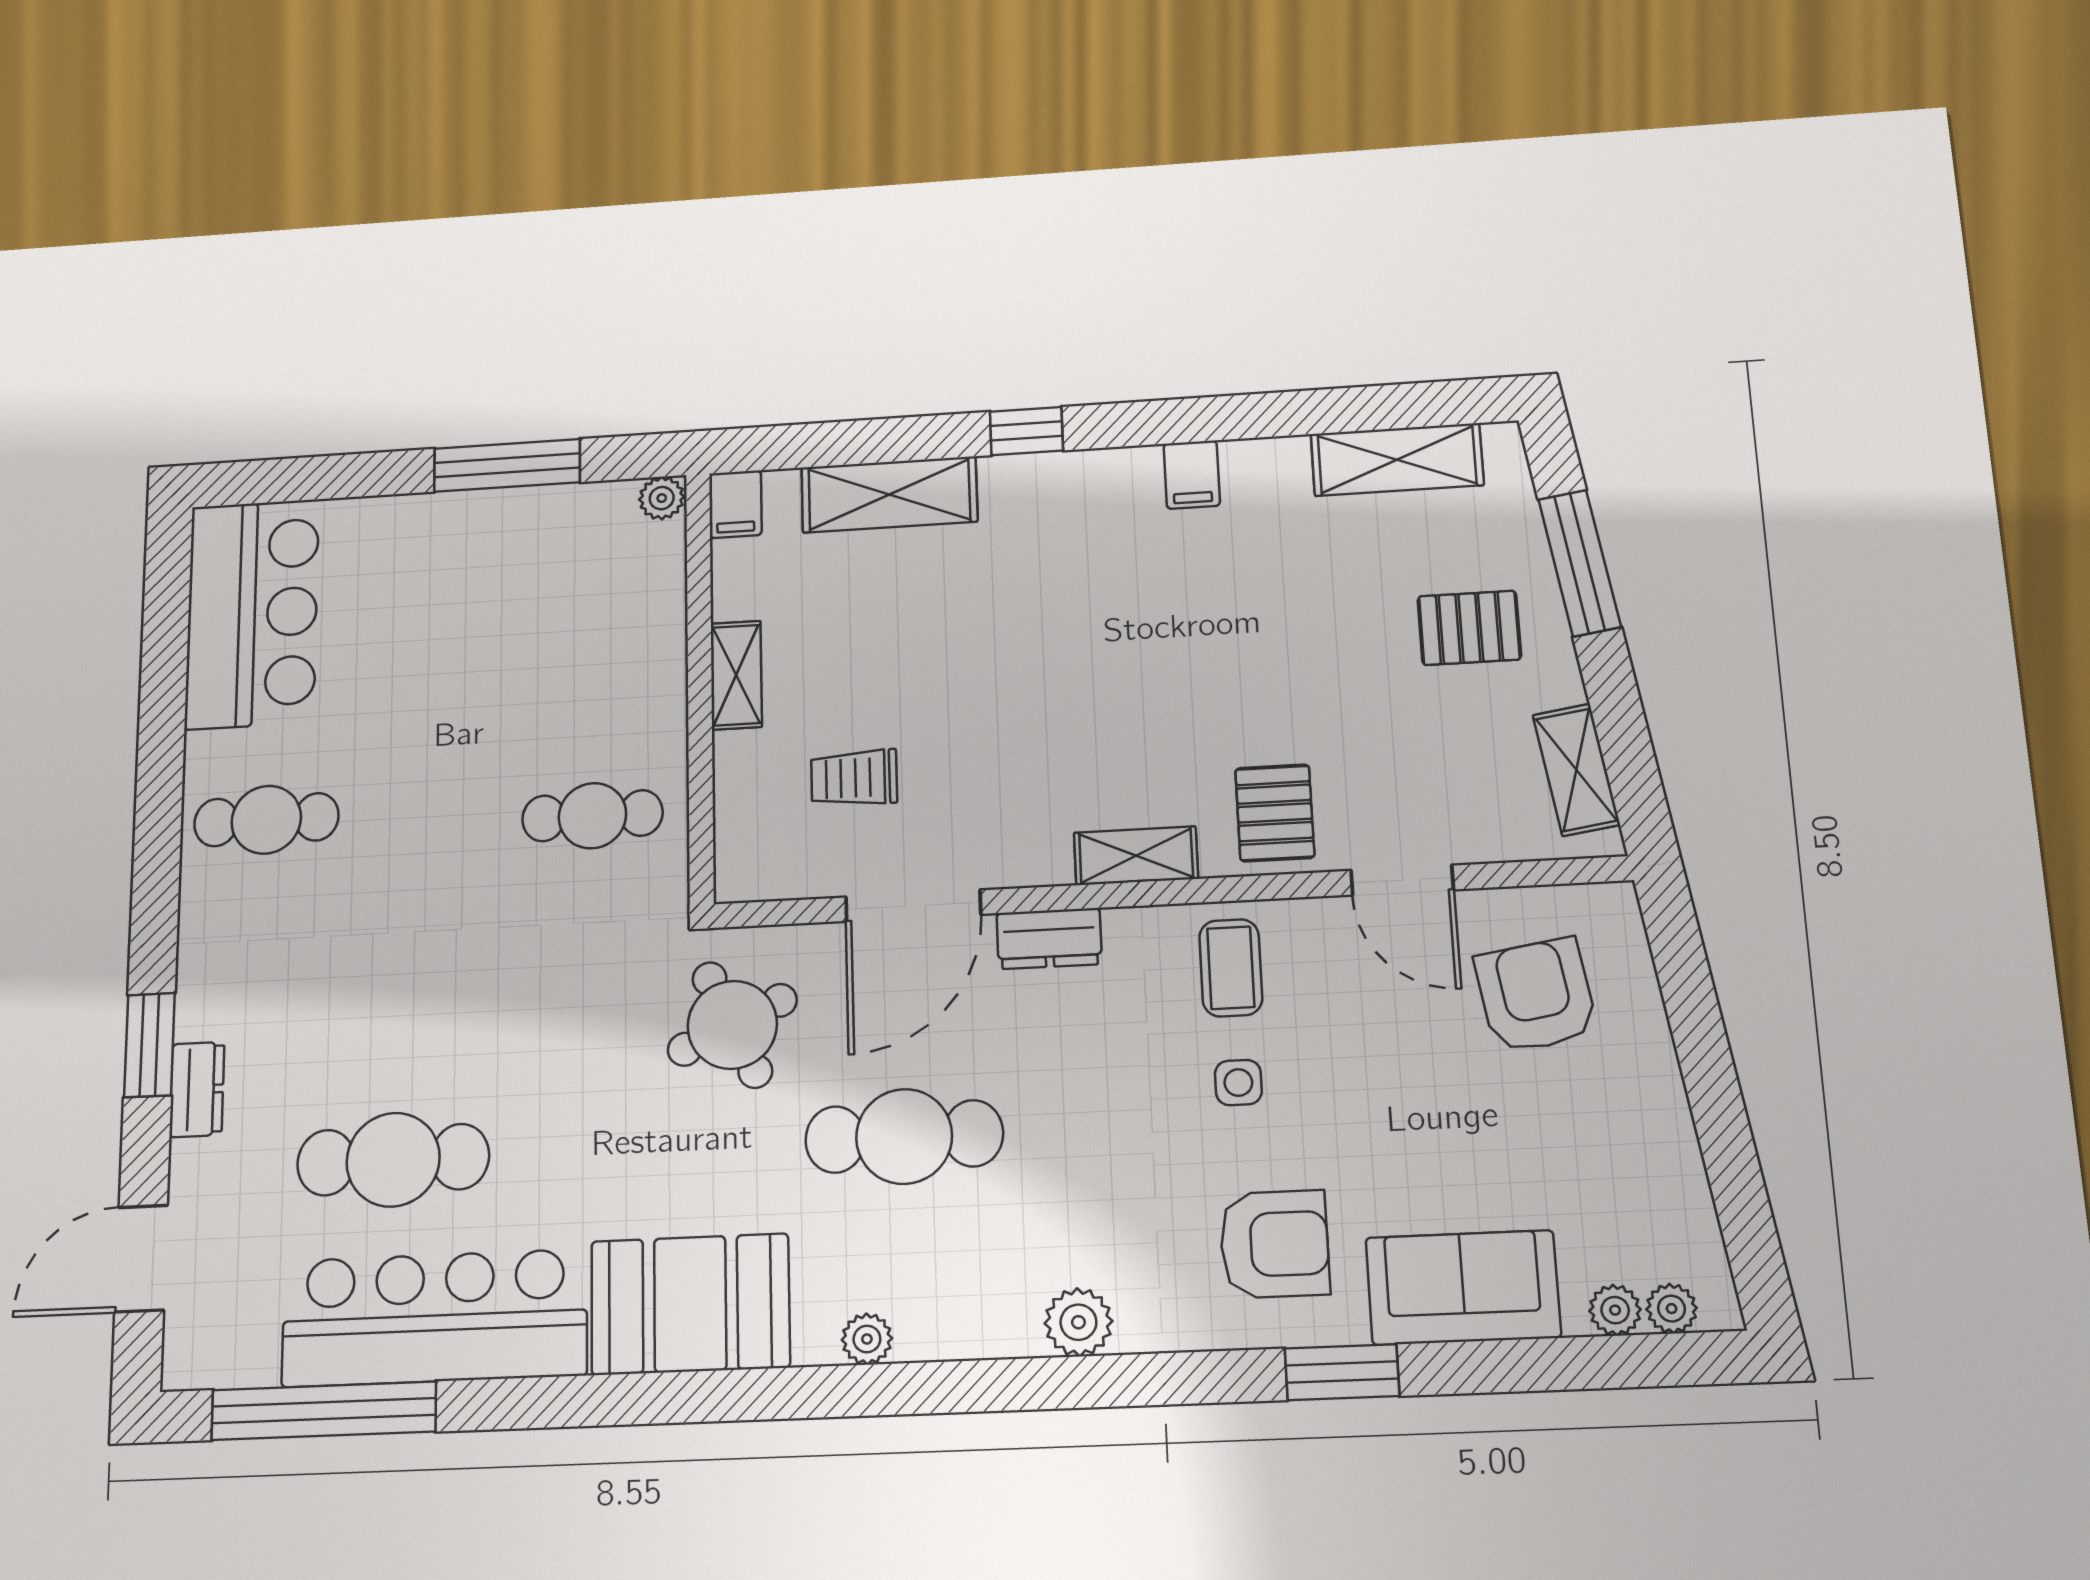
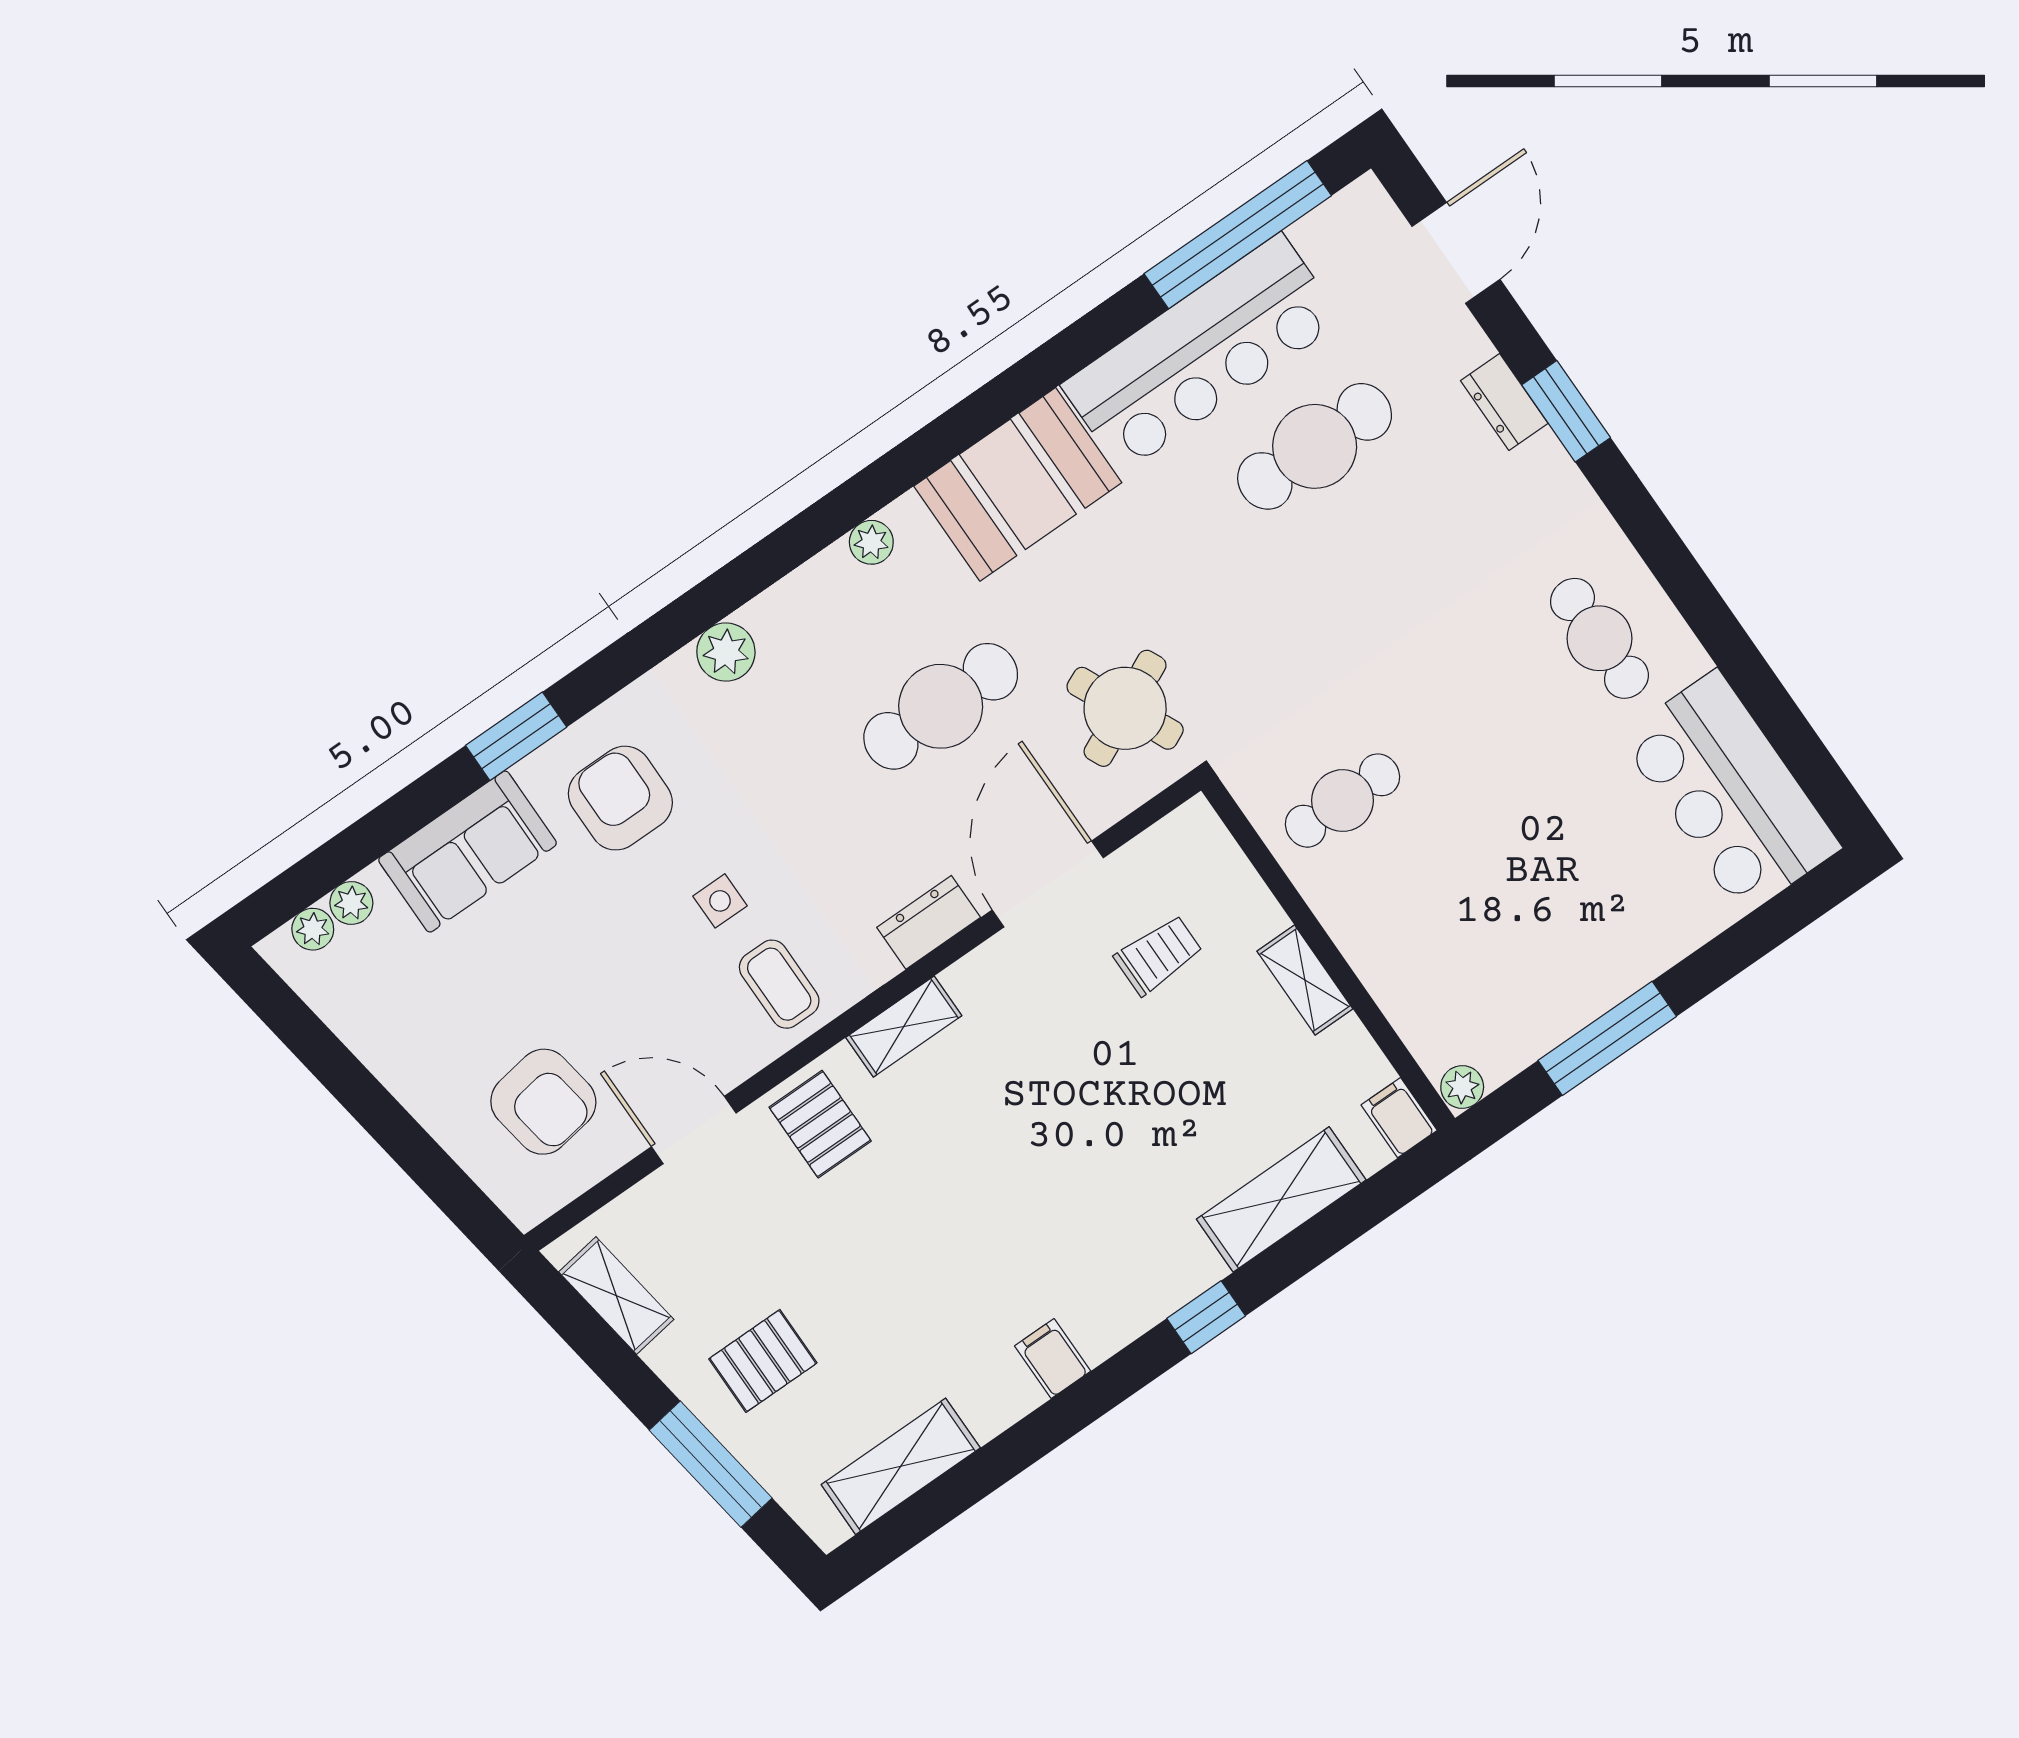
cafe table: (266, 820) -> (1599, 638), turned 90
armchair: (1274, 1244) -> (620, 798), turned 90

